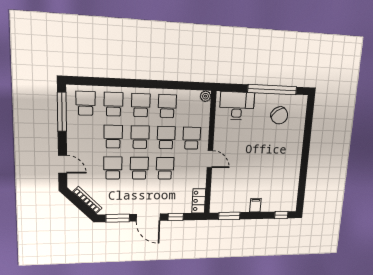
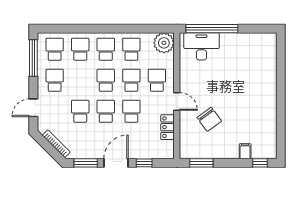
window: (272, 90) -> (212, 29), moved
plant: (205, 96) -> (164, 43), width x1.87, depth x1.87
chair: (279, 115) -> (209, 119), moved
school desk: (113, 137) -> (55, 80), moved
door: (63, 164) -> (33, 108), swing flipped
locker: (199, 201) -> (168, 127), moved
filing cabinet: (255, 205) -> (245, 151), moved
door: (148, 217) -> (116, 163), swing flipped

